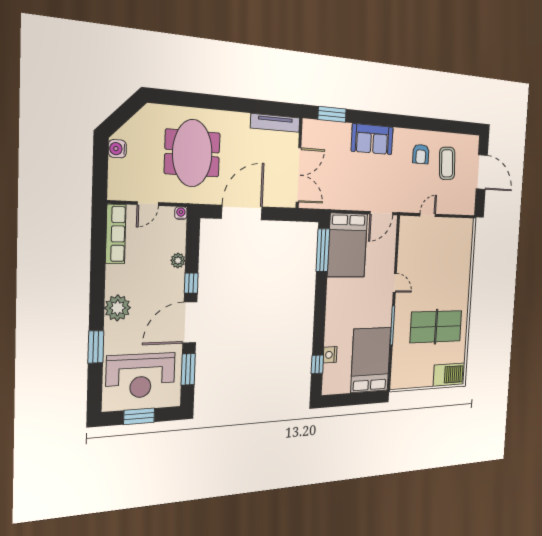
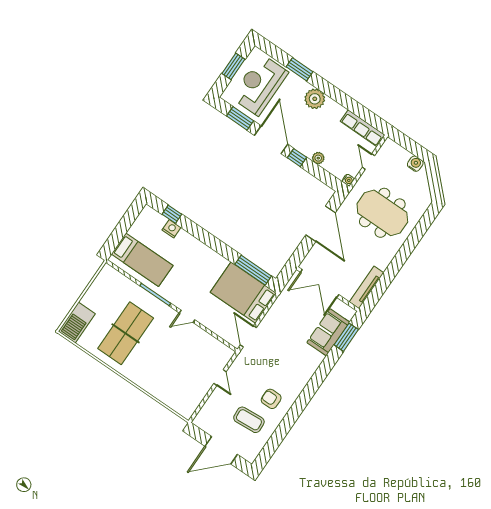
sofa: (372, 139) -> (328, 332), moved
bed: (371, 360) -> (142, 260), width x0.67

